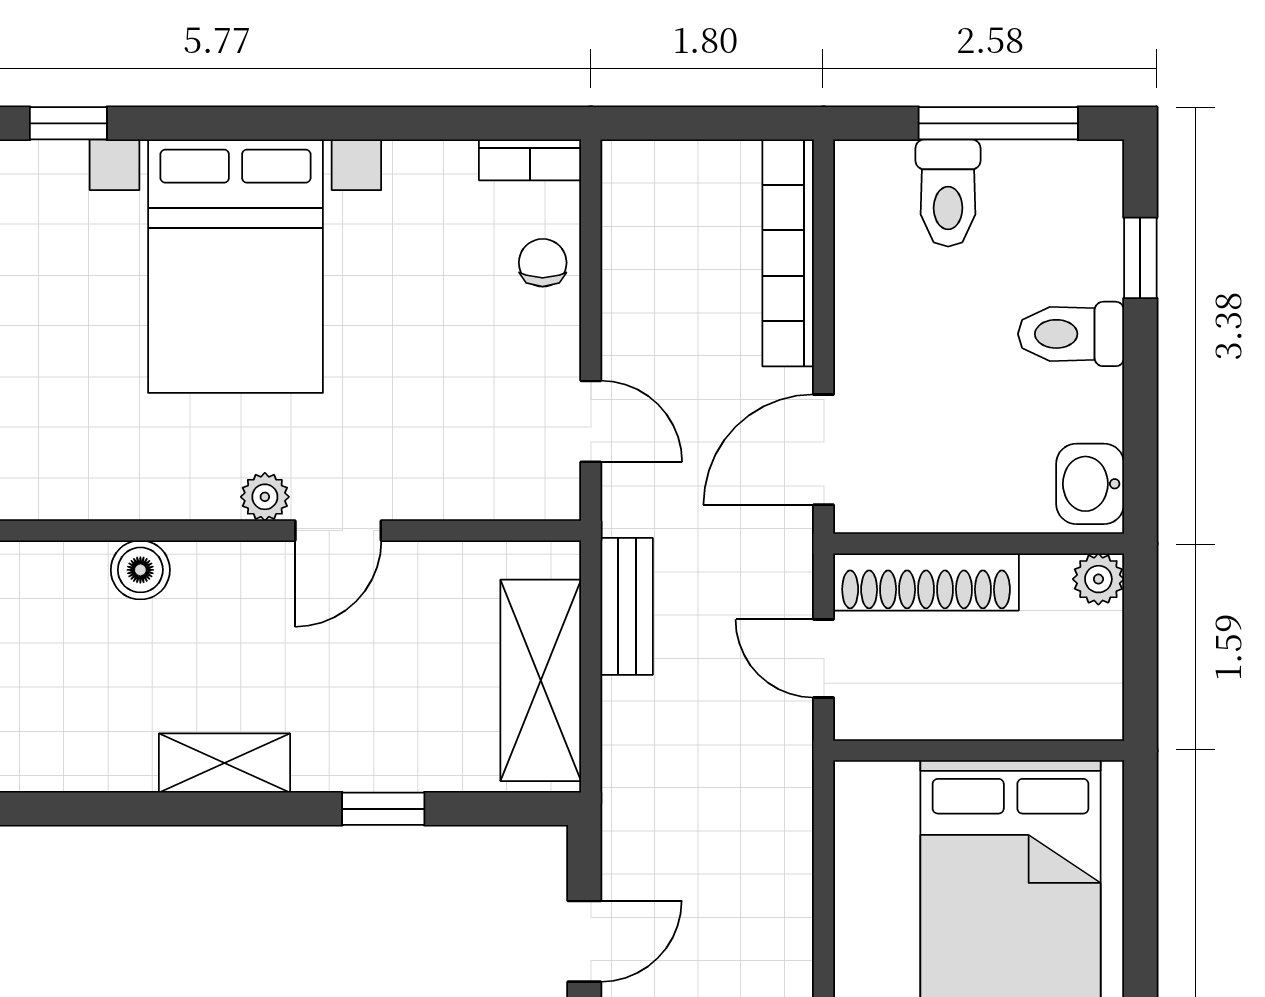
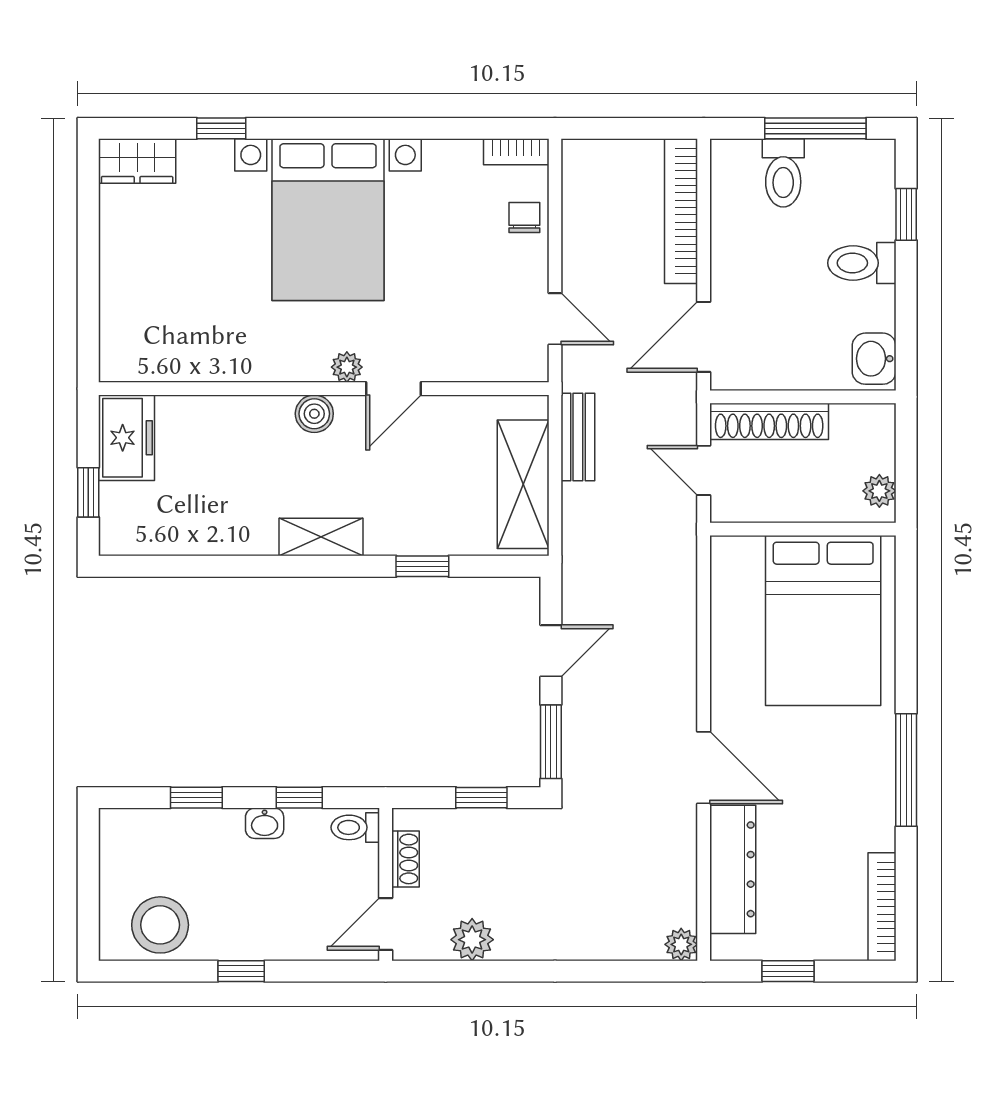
boiler: (140, 570) -> (314, 414), moved
plant: (1098, 579) -> (879, 491), moved

